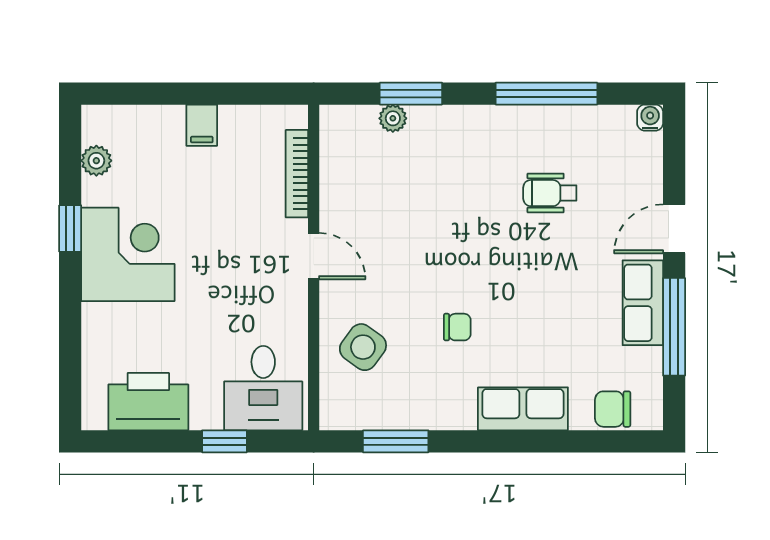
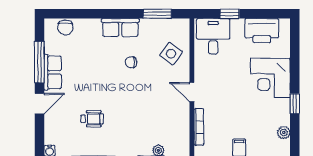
corner desk: (128, 254) -> (270, 78), moved
row of seats: (523, 409) -> (120, 28), moved
chair: (613, 409) -> (65, 27), turned 90

